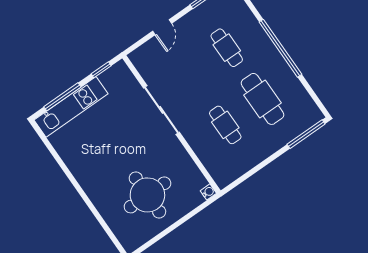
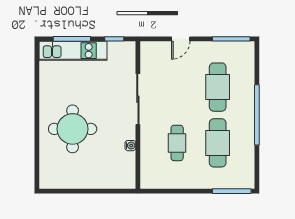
cafe table: (227, 48) -> (218, 87), width x1.37, depth x1.35
water cooler: (208, 192) -> (130, 146), moved
round table: (147, 195) -> (73, 129), moved

